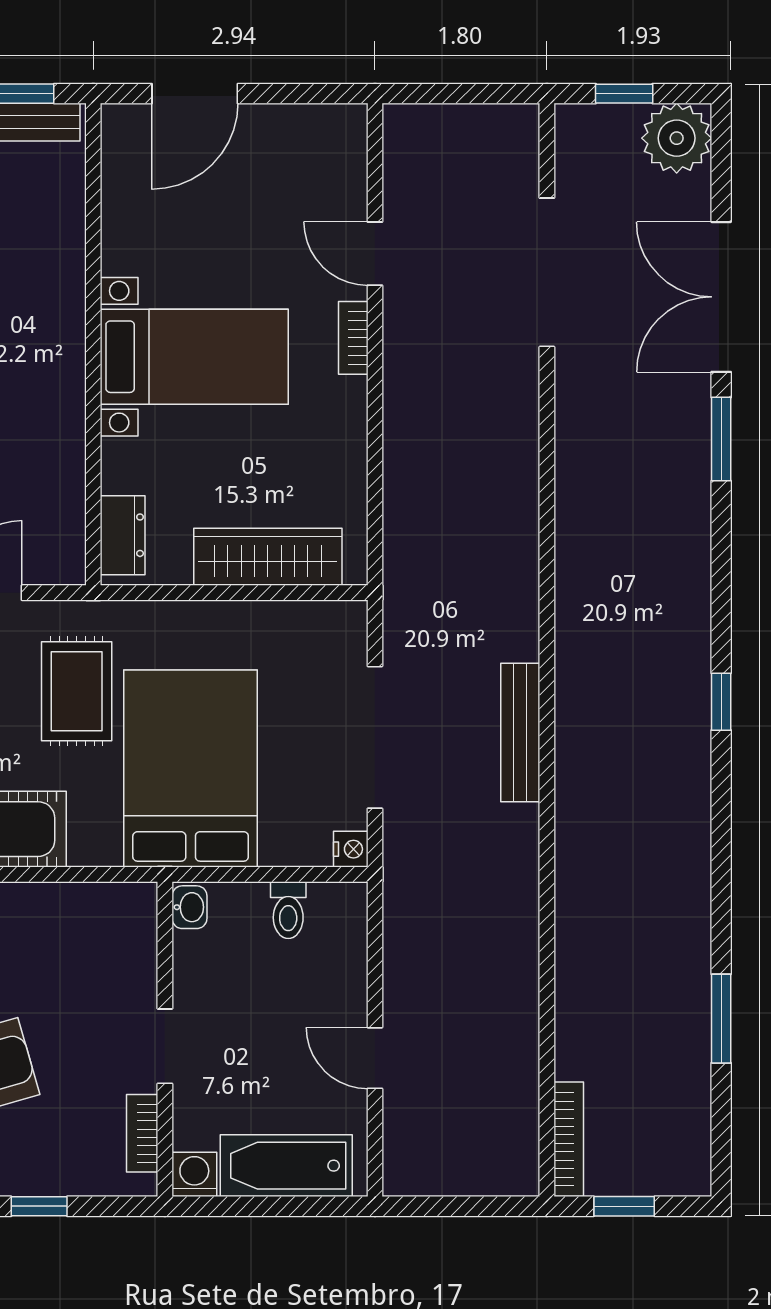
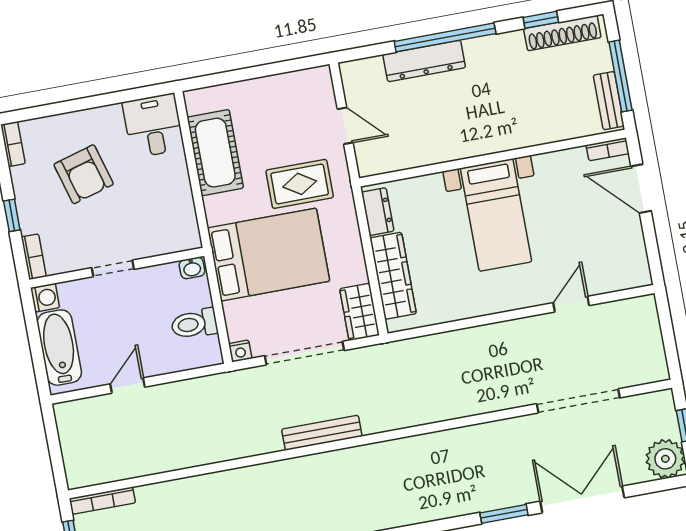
bookcase: (353, 338) -> (608, 149), moved, turned 180
dresser: (123, 535) -> (378, 212), moved, turned -90
wardrobe: (321, 627) -> (360, 312), added
toilet: (288, 910) -> (194, 324), width x1.37, depth x1.39
bookcase: (142, 1133) -> (34, 257), moved, turned 90

